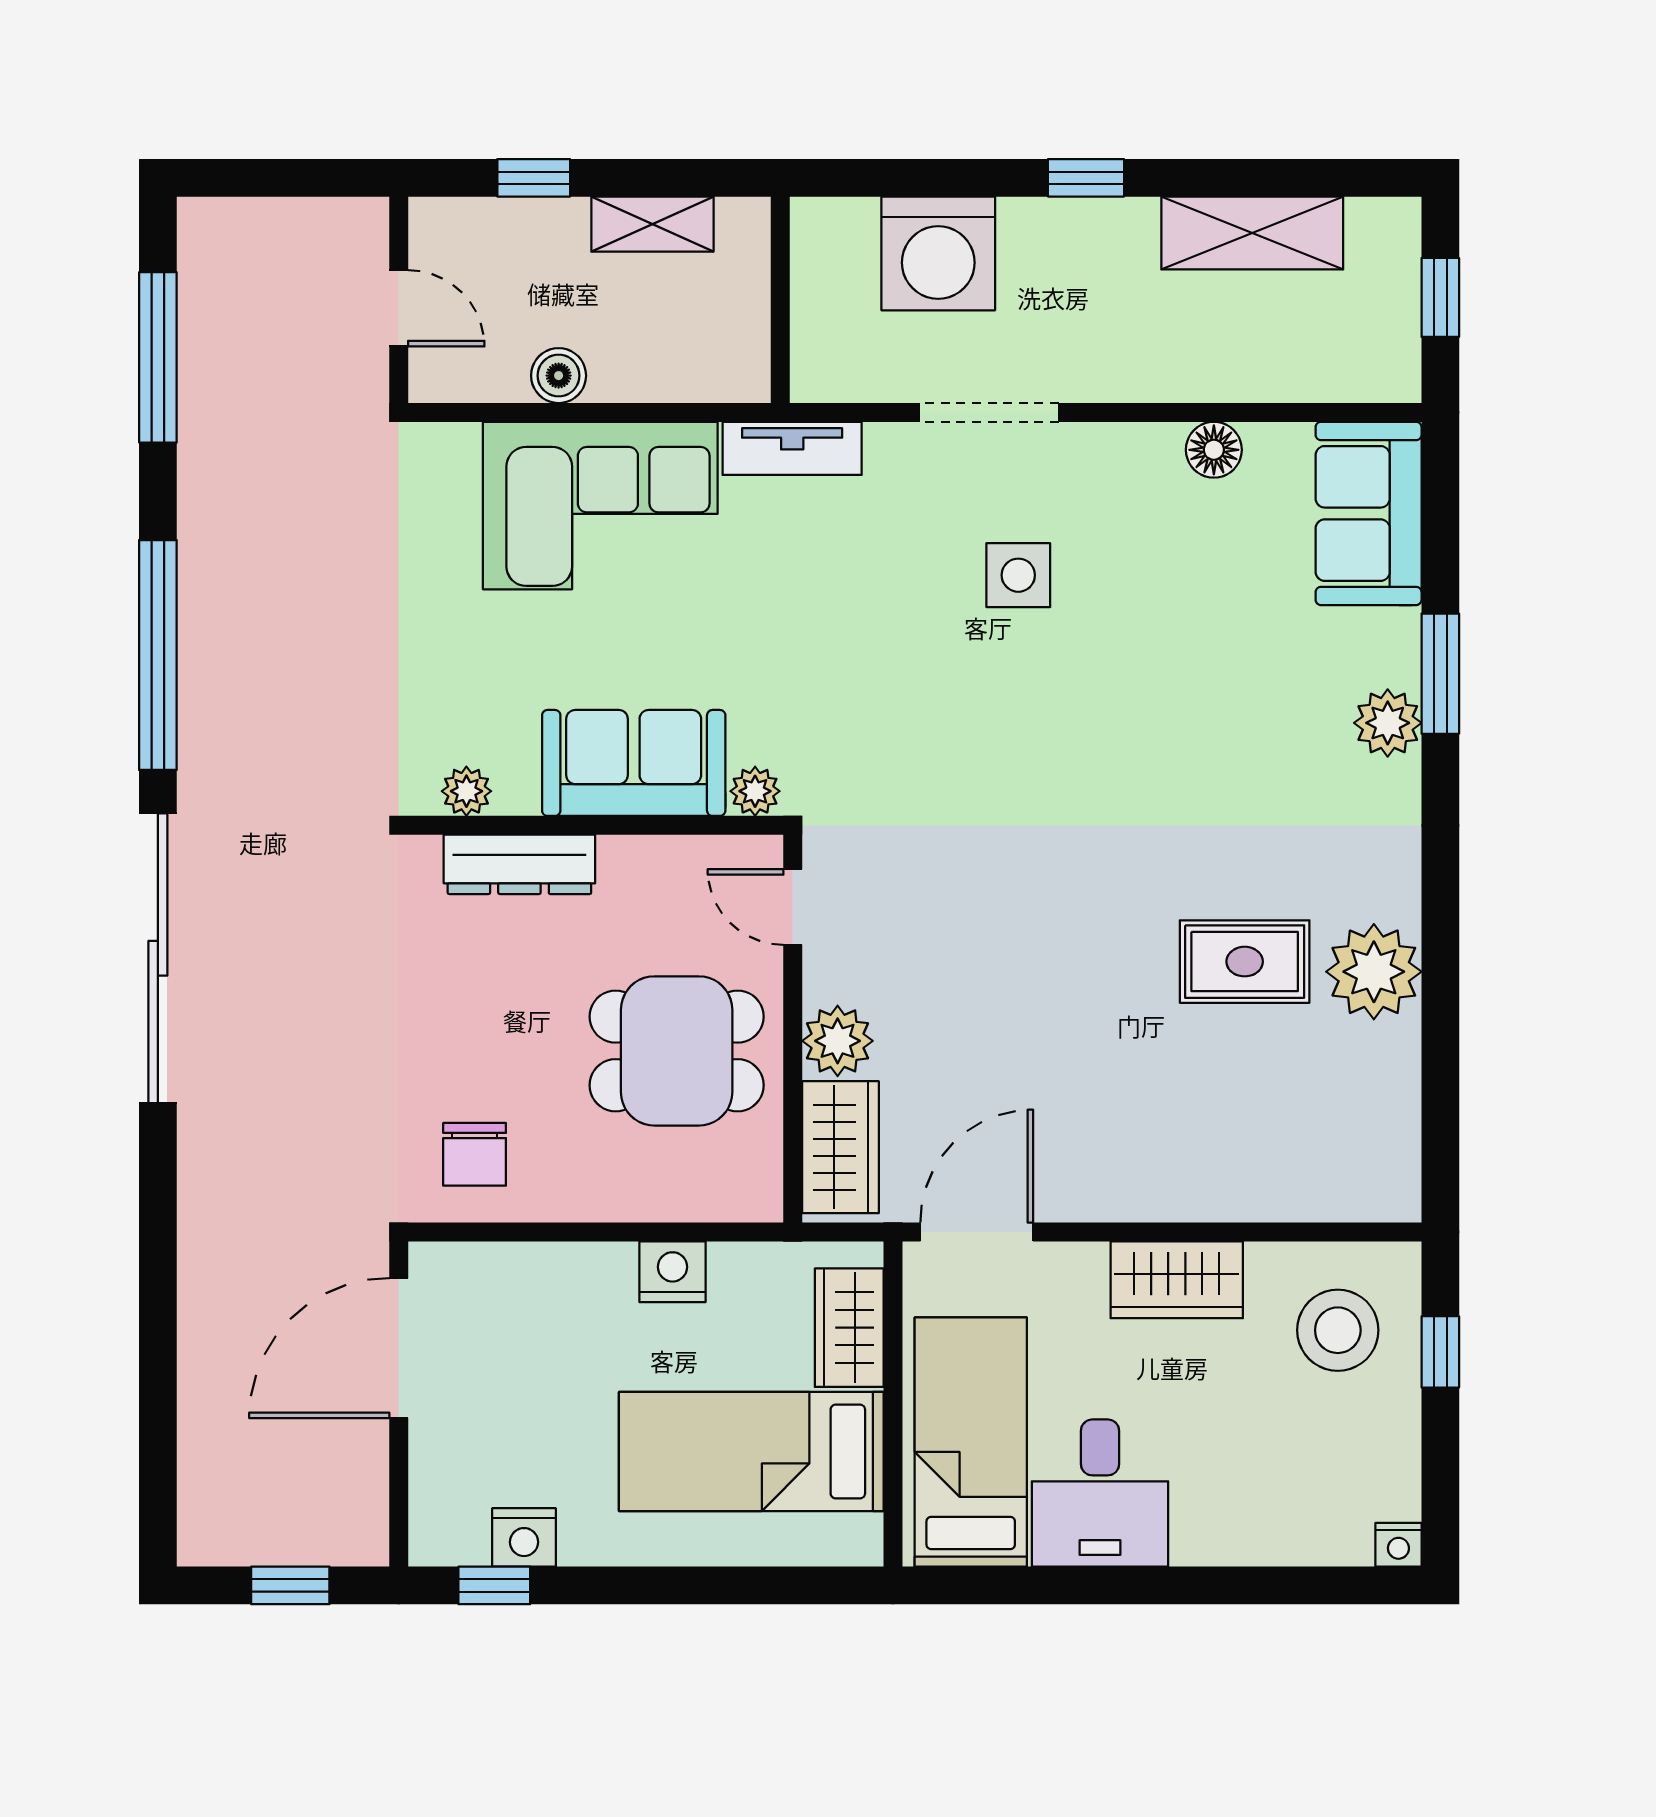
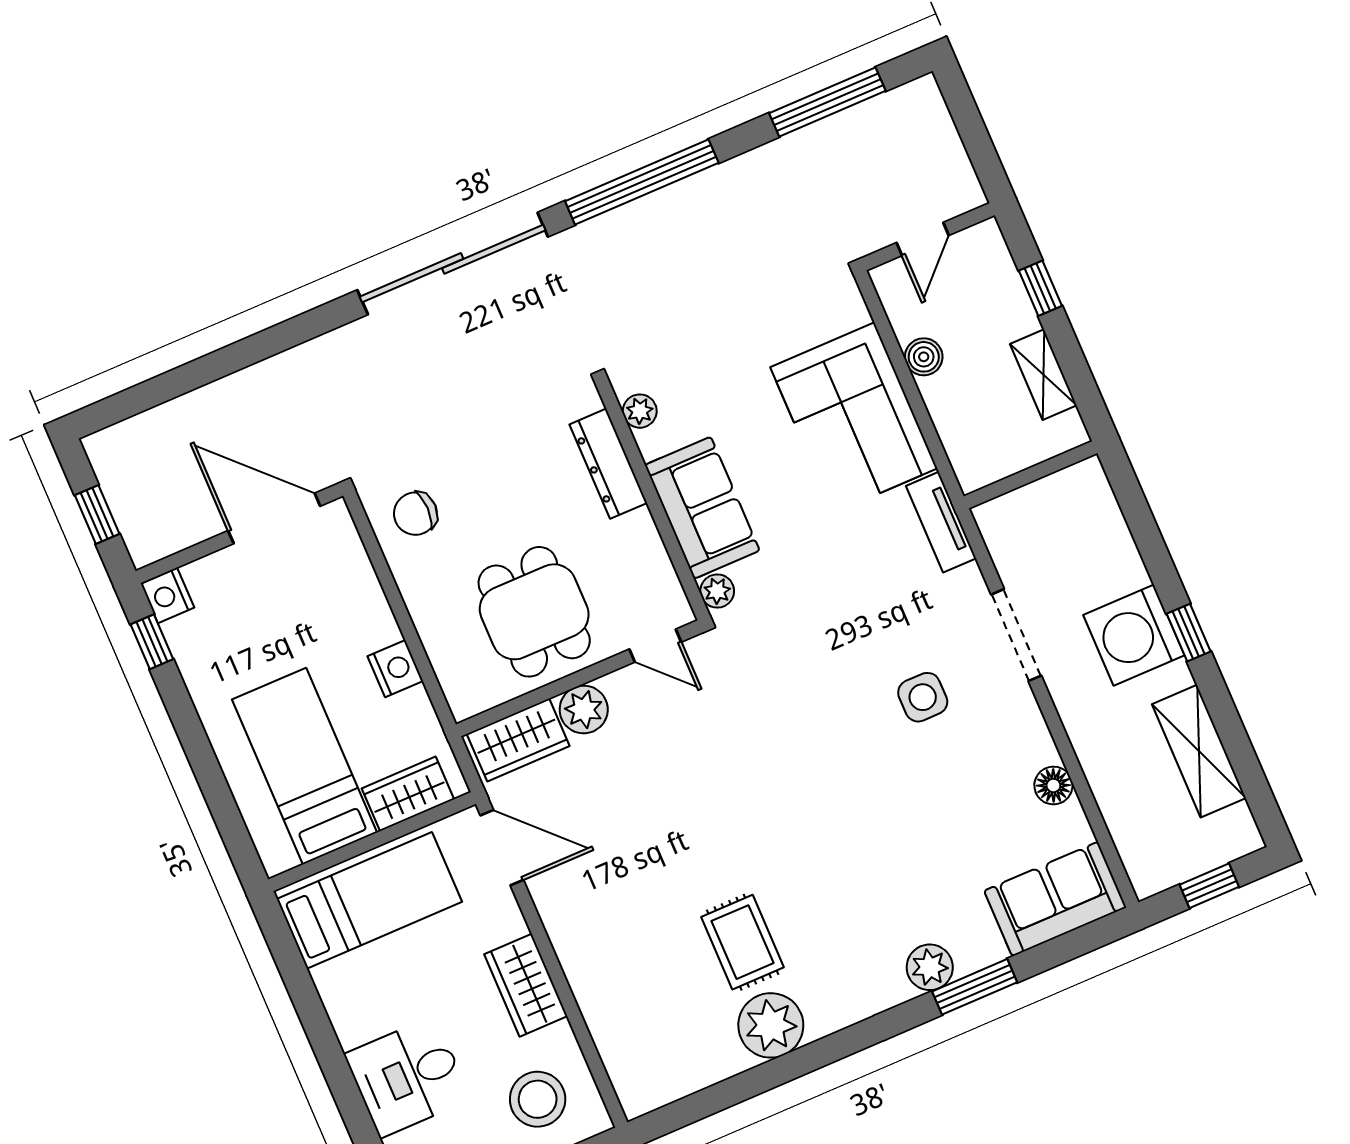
washing machine: (938, 253) -> (1134, 635), moved
door: (793, 907) -> (655, 646), swing flipped
desk: (1100, 1493) -> (408, 1077), moved
nightstand: (524, 1537) -> (168, 596), moved

